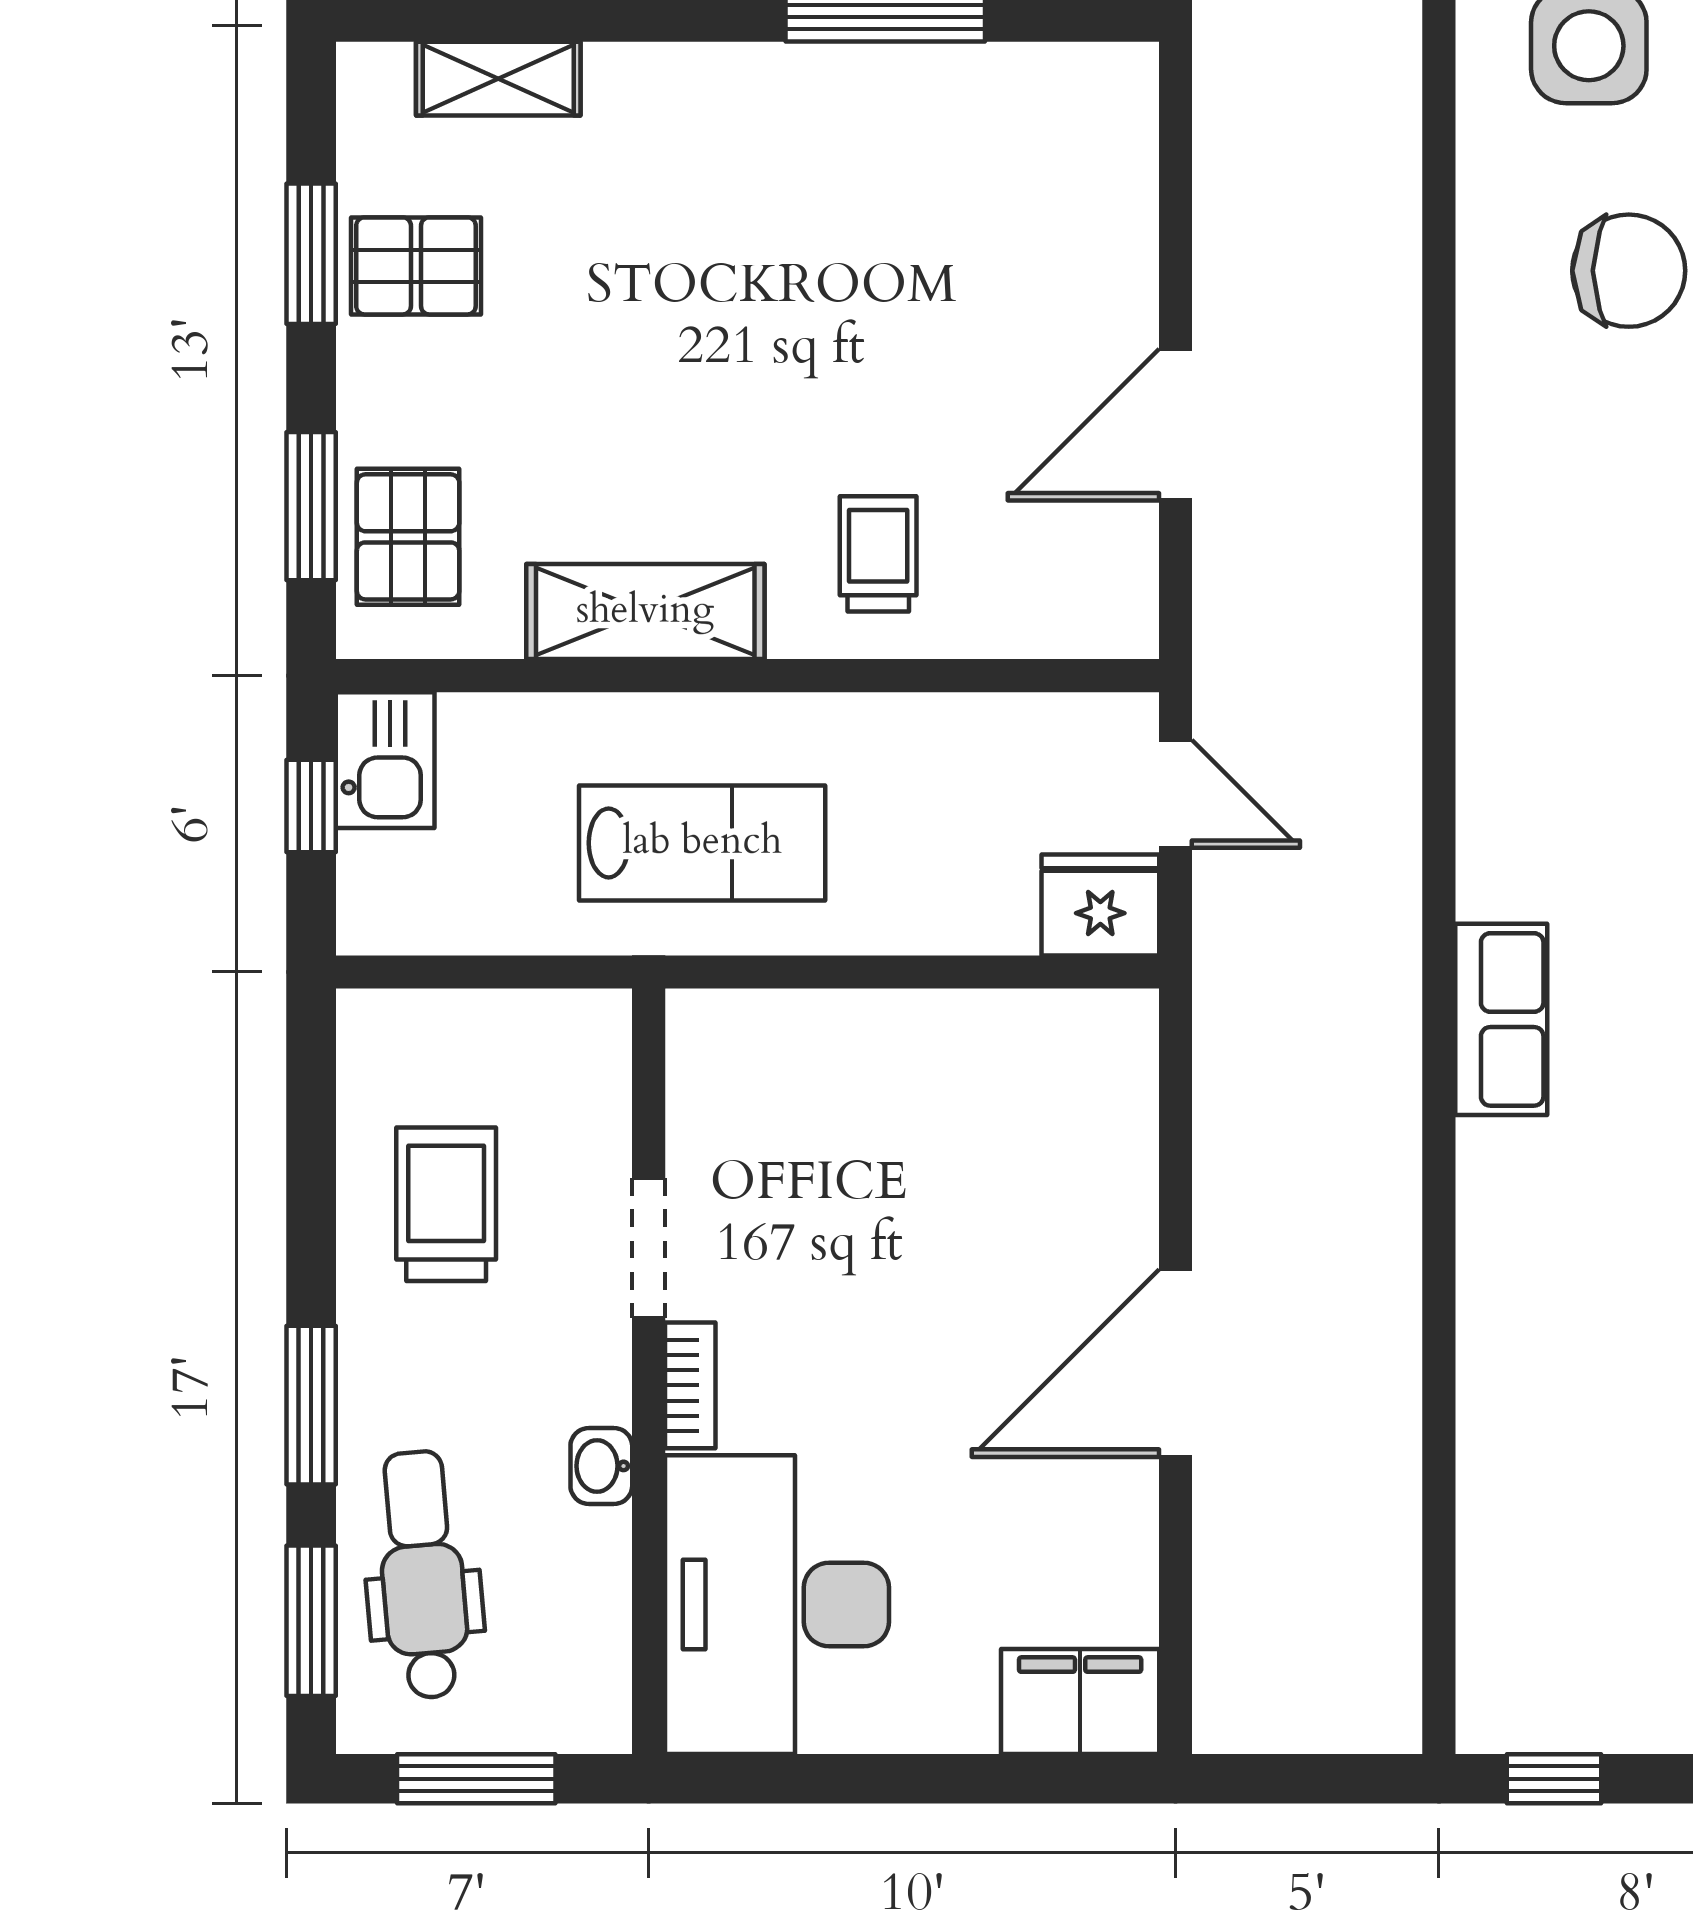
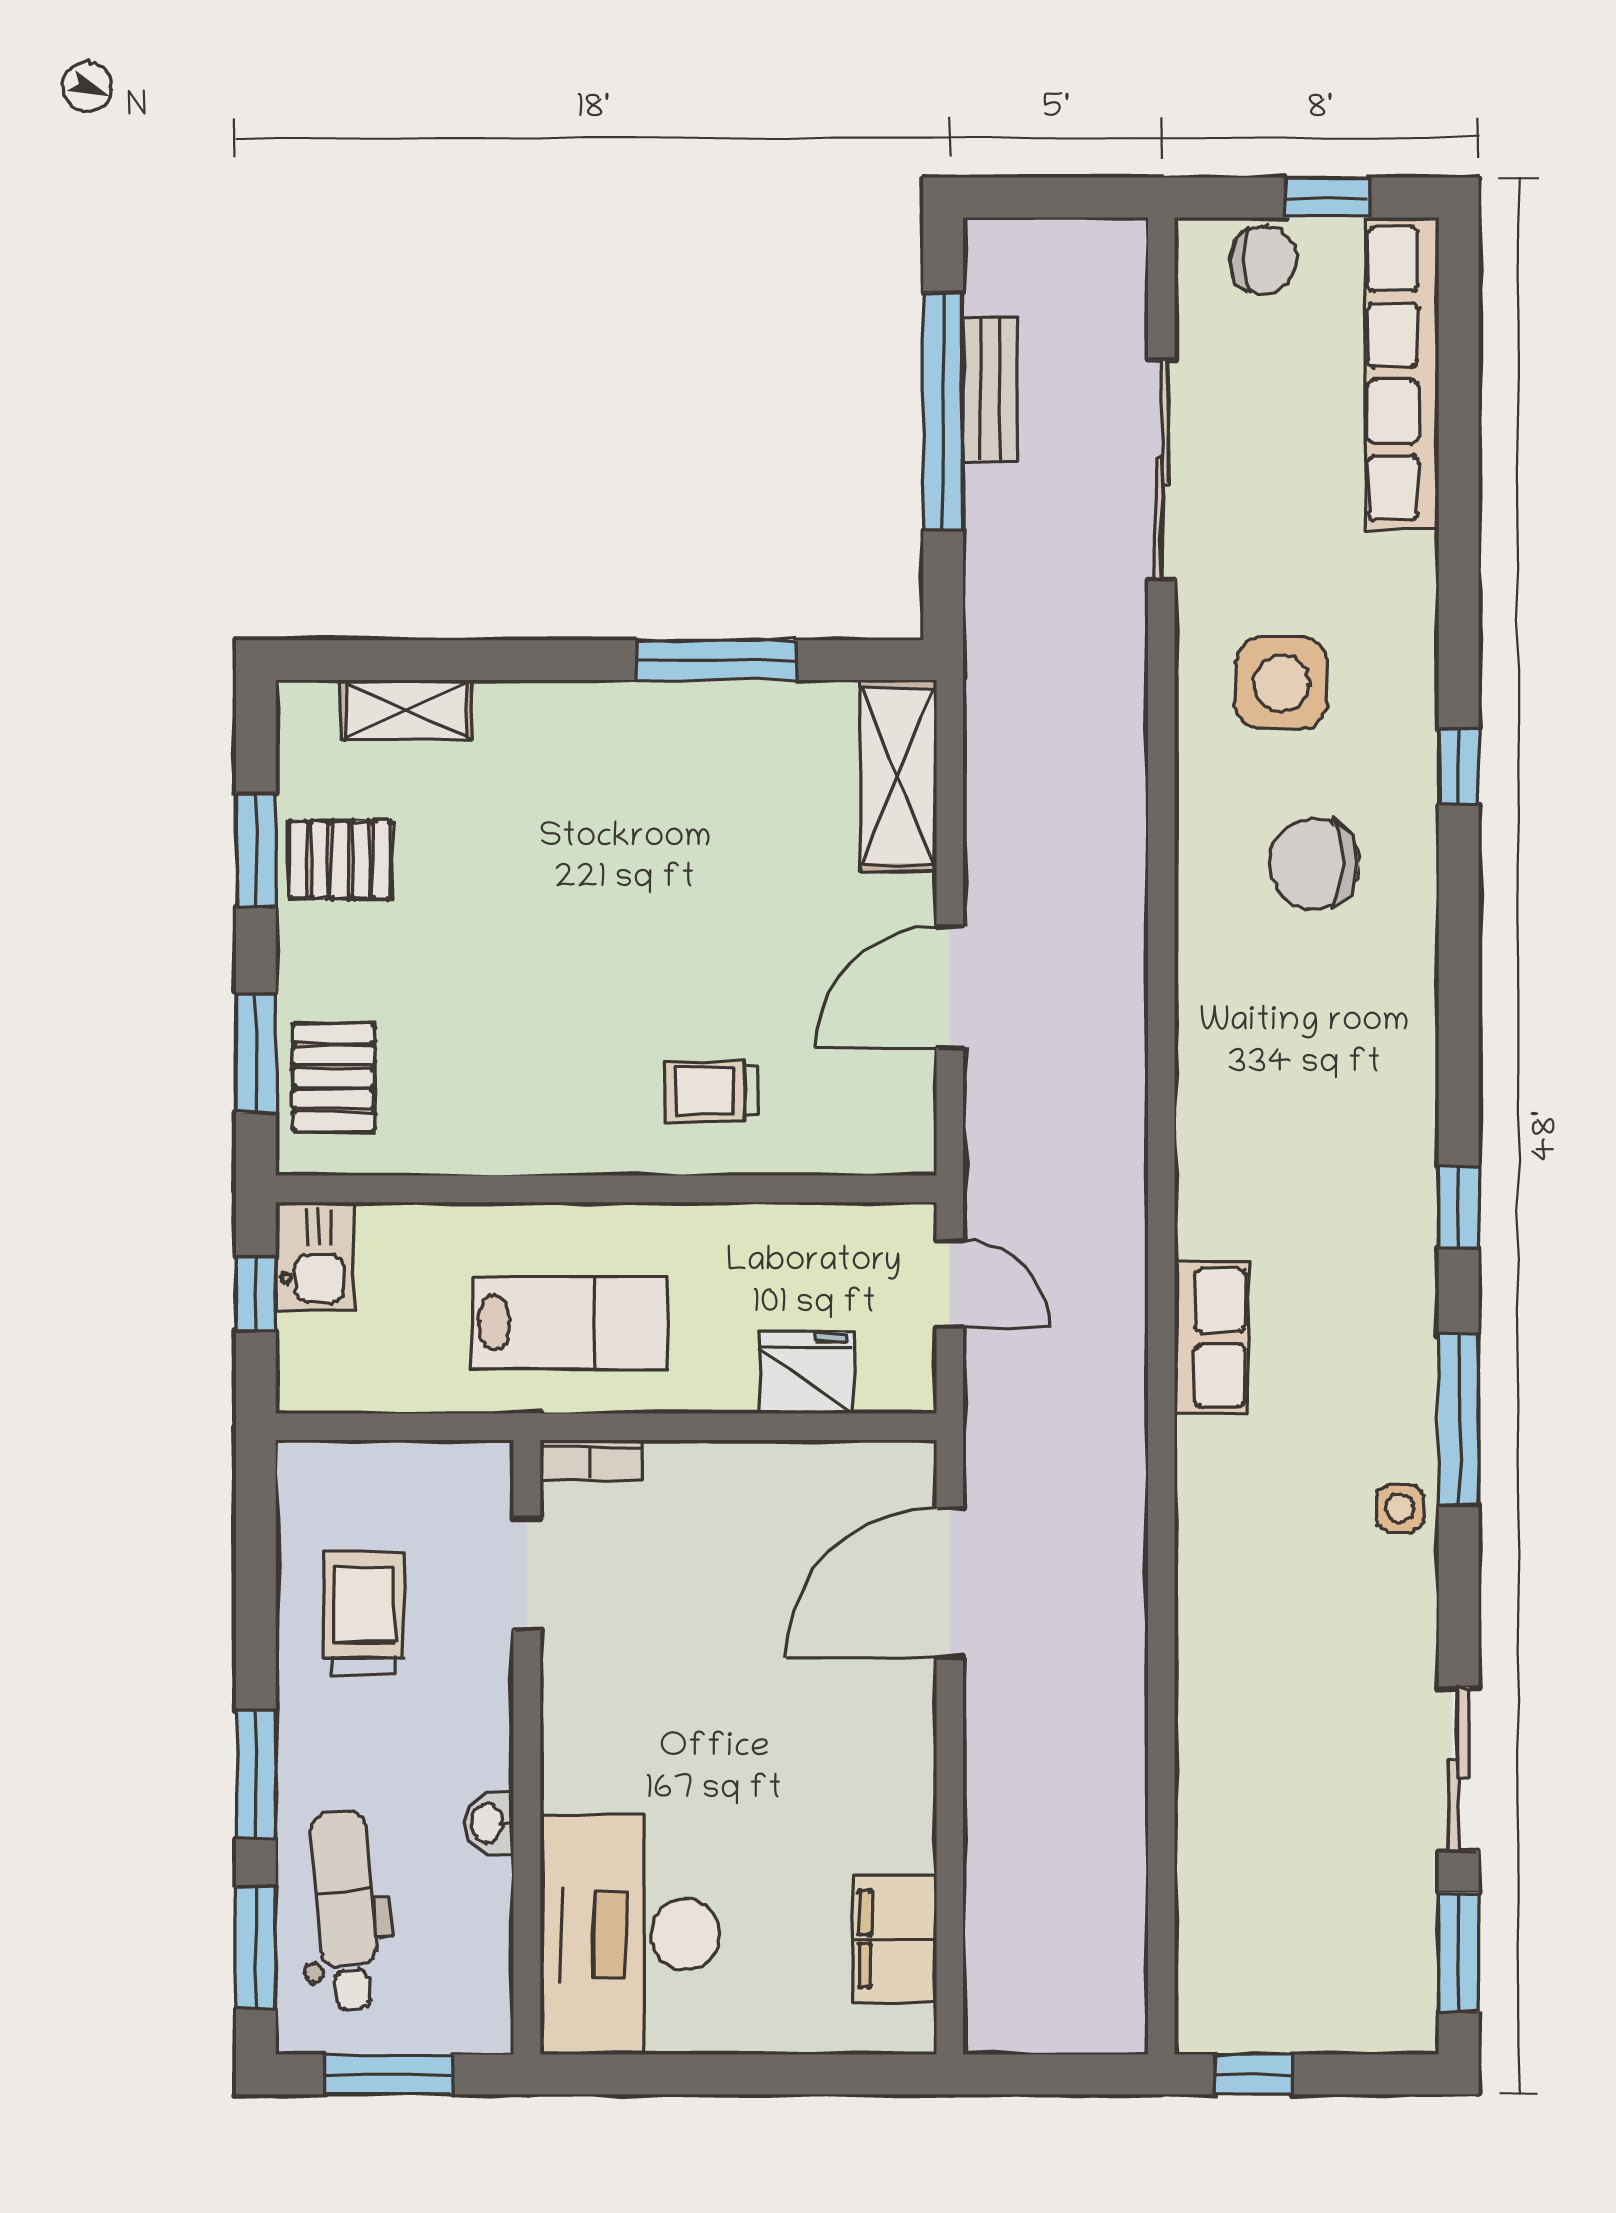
chair: (1629, 271) -> (1314, 864), turned 180
trolley: (878, 554) -> (711, 1091), turned -90
shelving: (645, 612) -> (898, 776), moved, turned 90
fridge: (1100, 905) -> (806, 1373), moved
row of seats: (1501, 1019) -> (1211, 1338), moved
doorway: (649, 1248) -> (527, 1574), moved
door: (1175, 1363) -> (950, 1583), moved
bookcase: (690, 1385) -> (591, 1460), moved, turned 90
filing cabinet: (1080, 1701) -> (894, 1939), moved, turned -90

